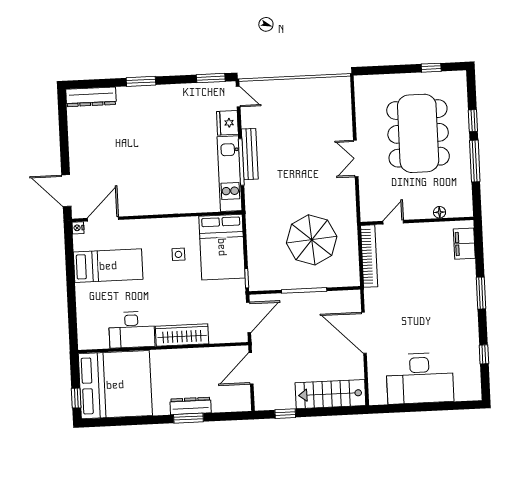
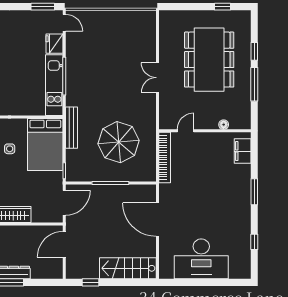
bench: (250, 154) -> (71, 128), moved

